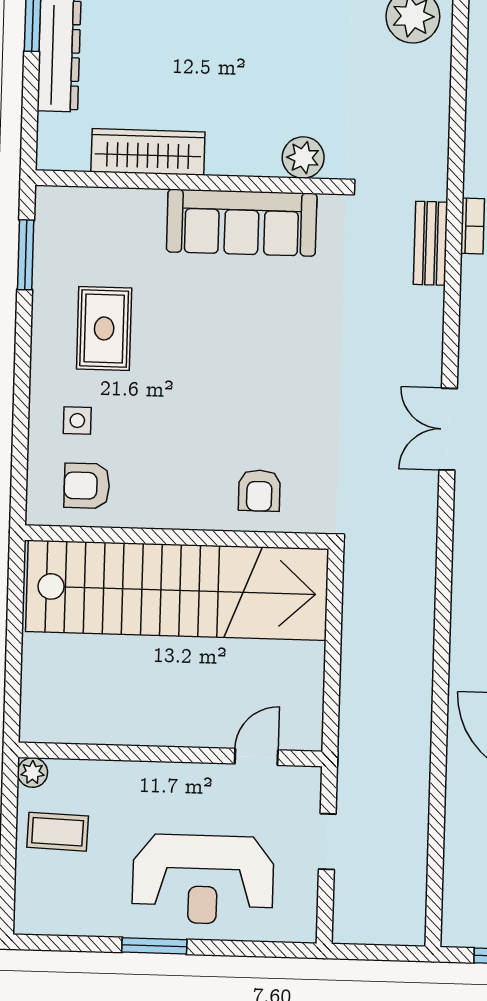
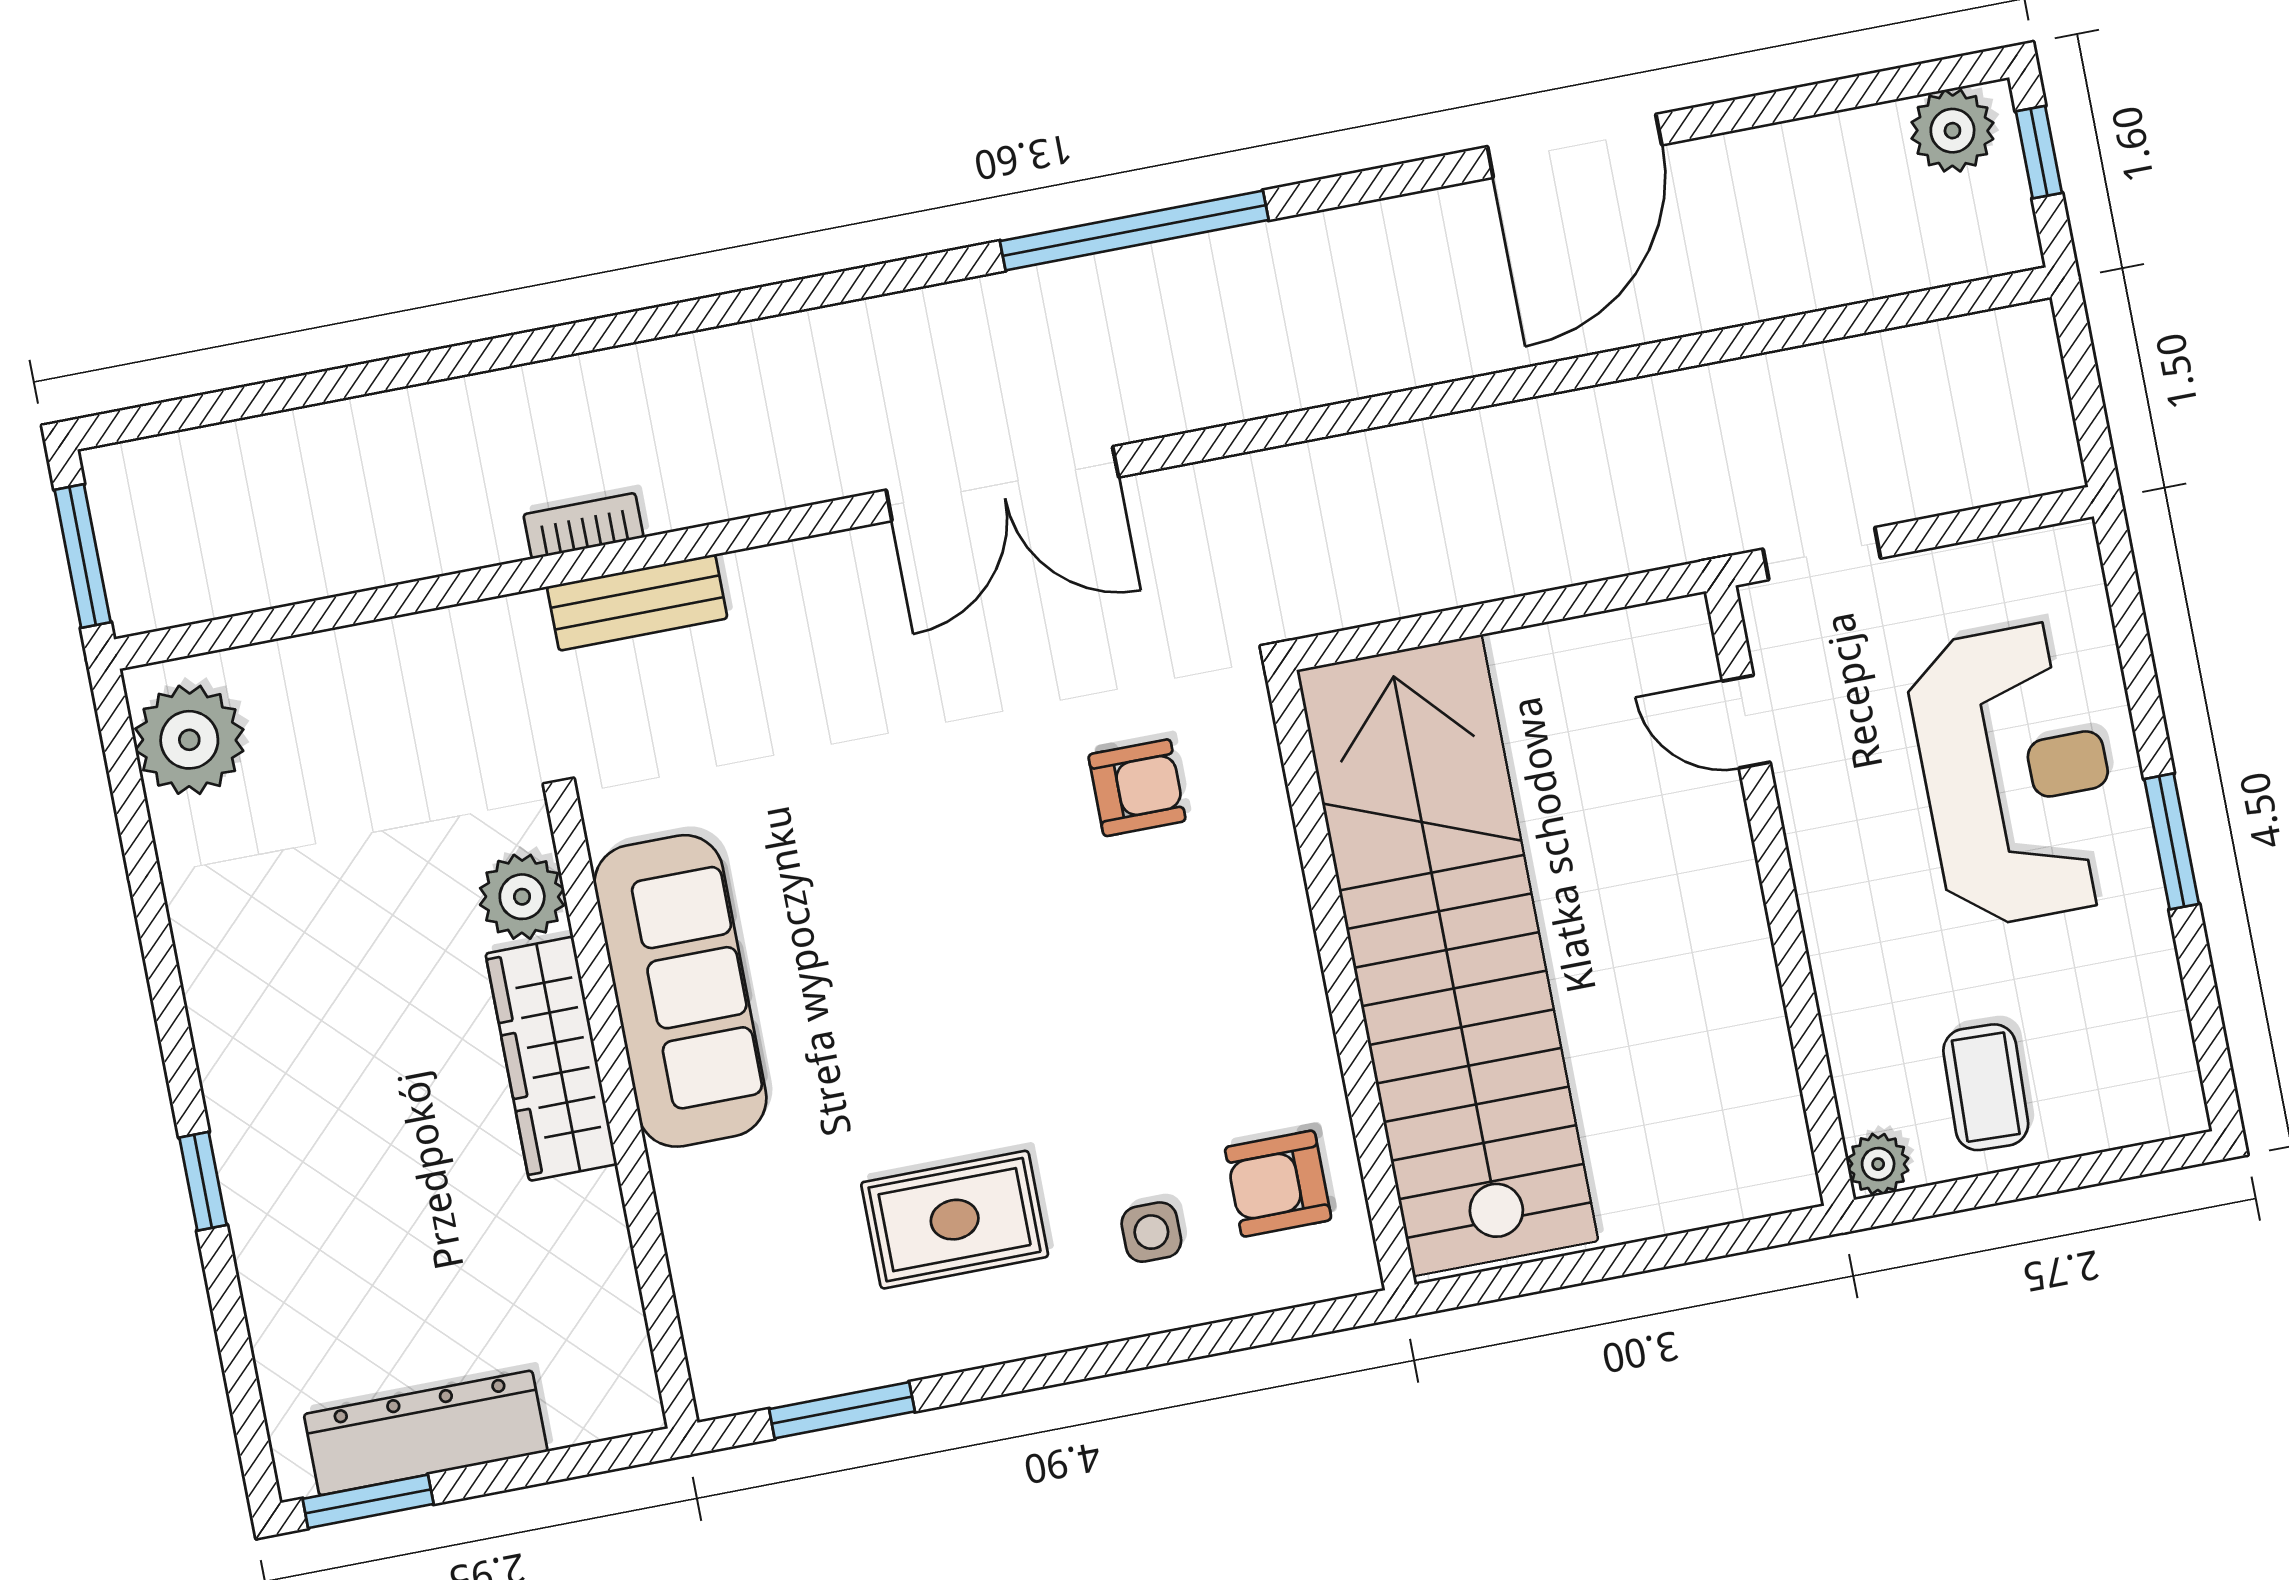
wardrobe: (148, 152) -> (551, 1059), moved
double door: (448, 429) -> (1002, 484), width x1.37
armchair: (87, 486) -> (1278, 1184), turned 90
armchair: (259, 491) -> (1137, 788), moved
doorway: (327, 842) -> (1822, 554), moved

